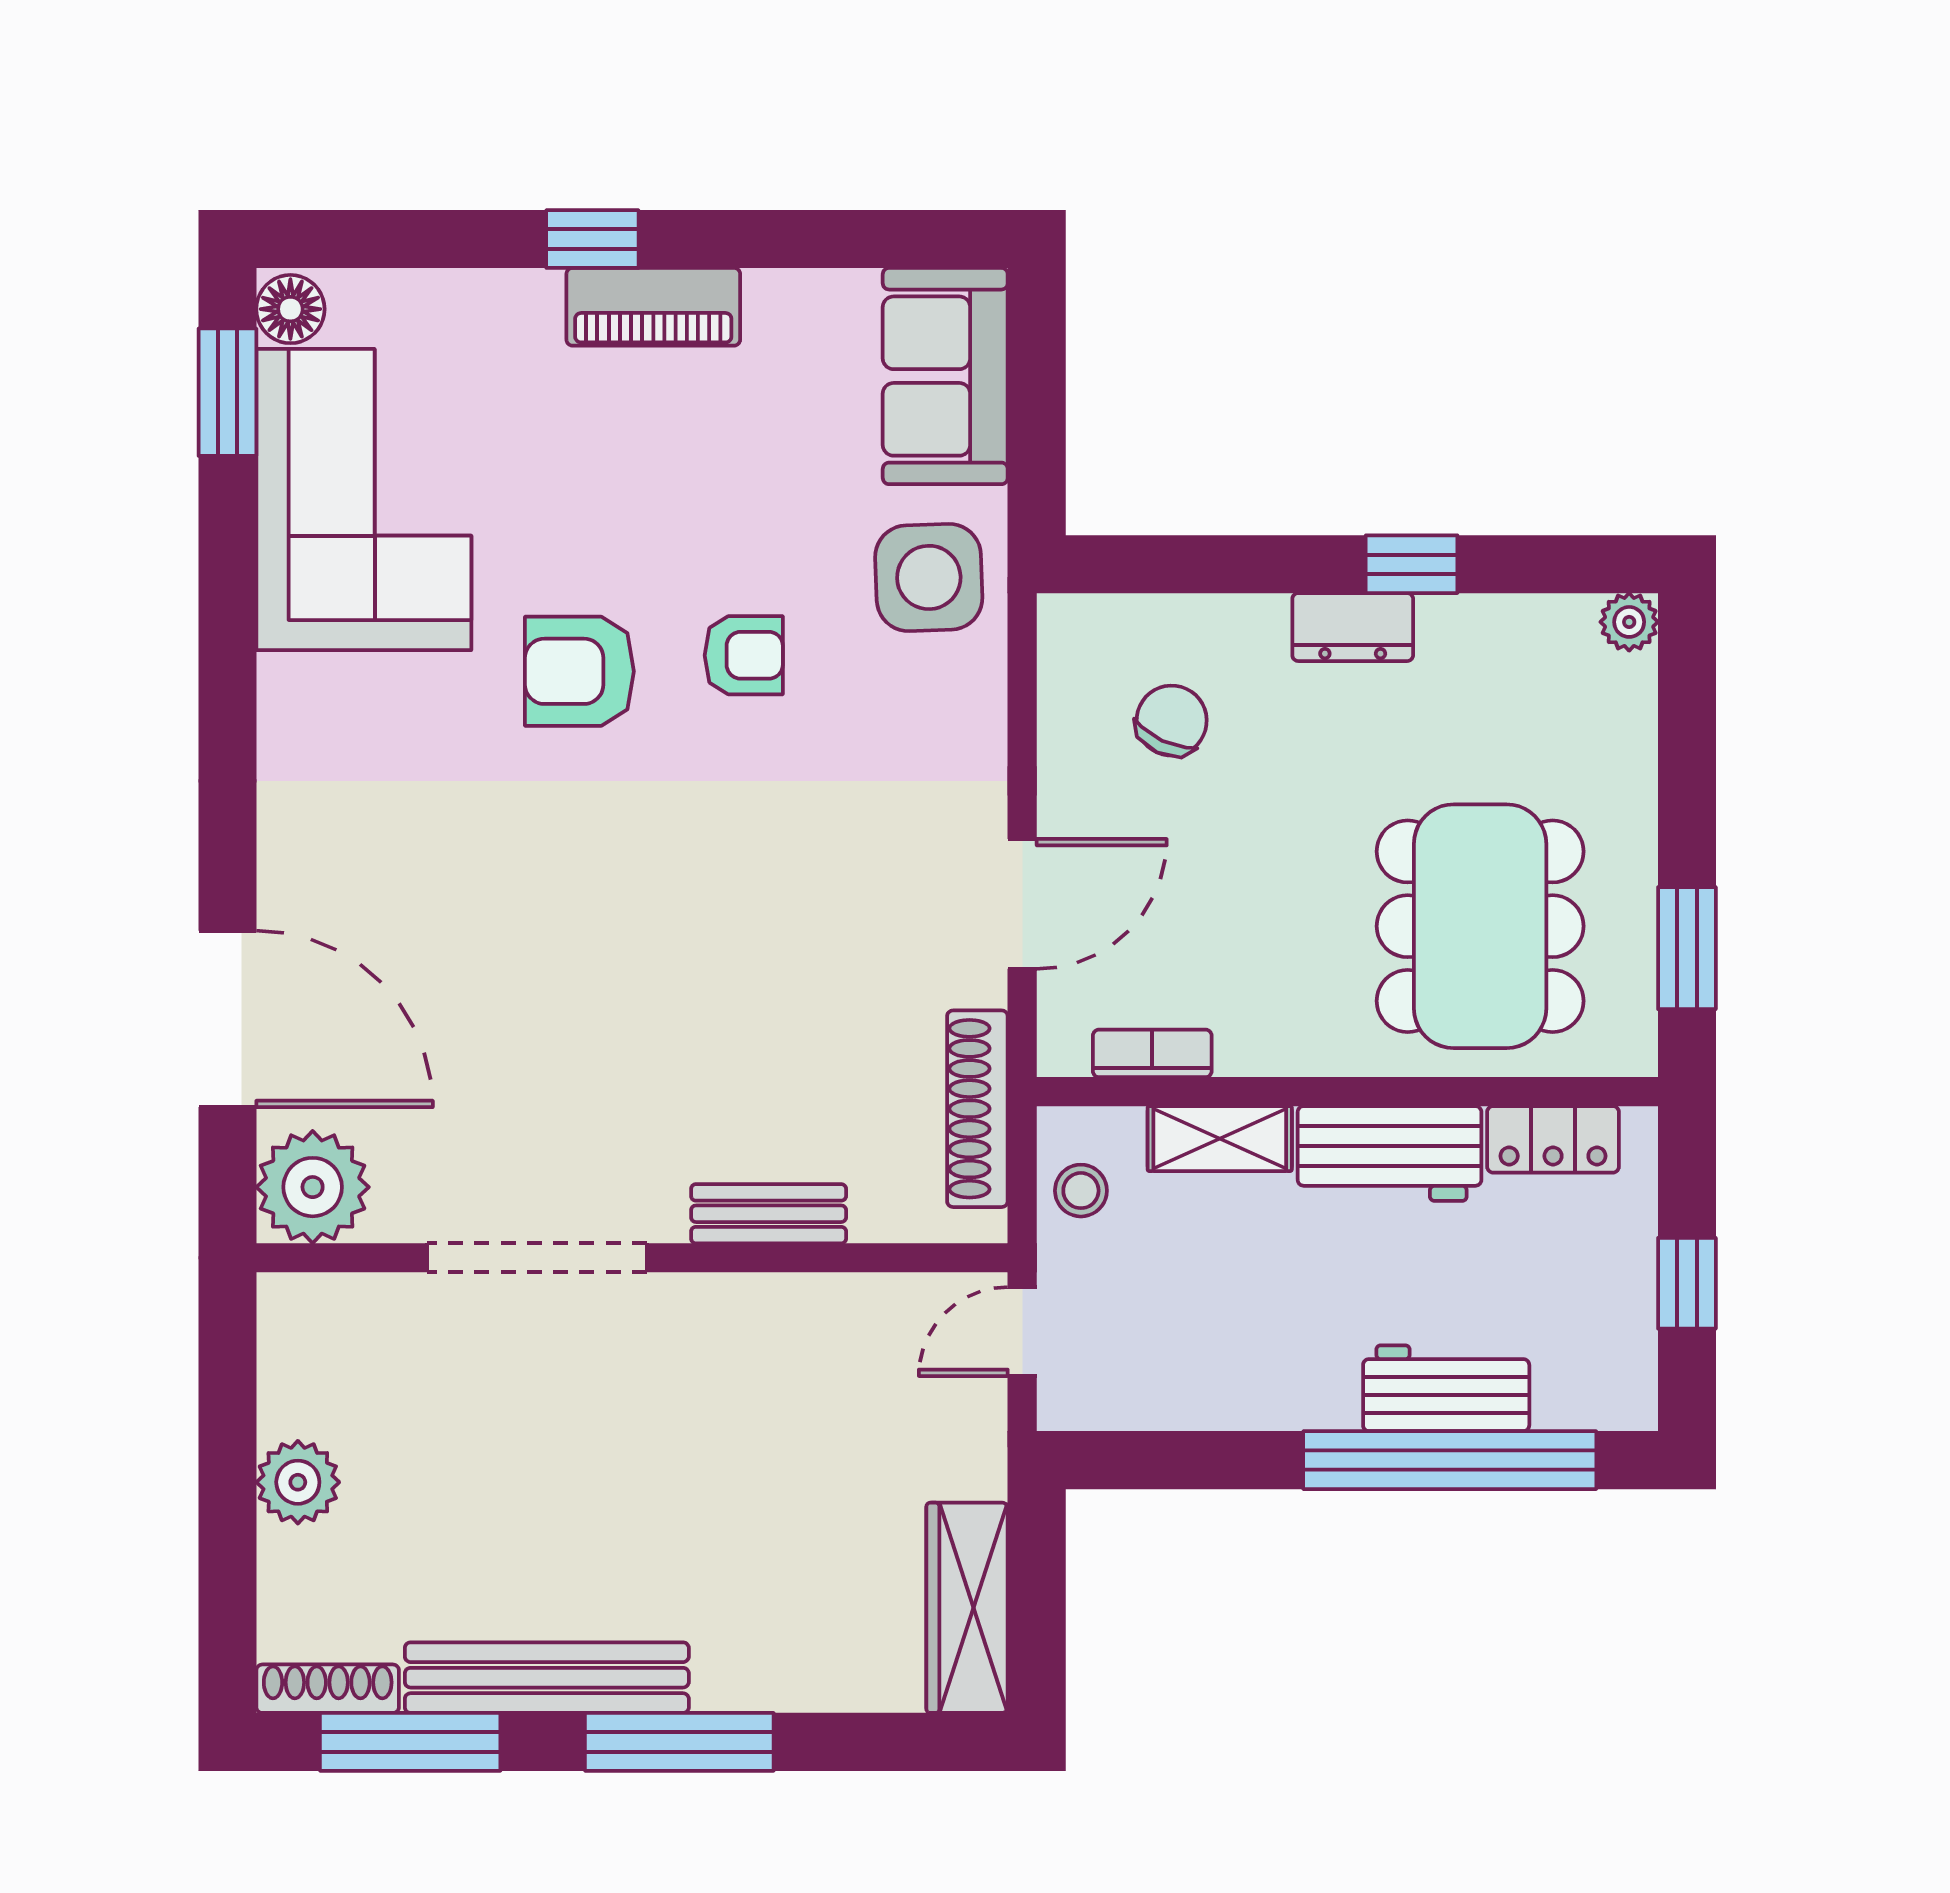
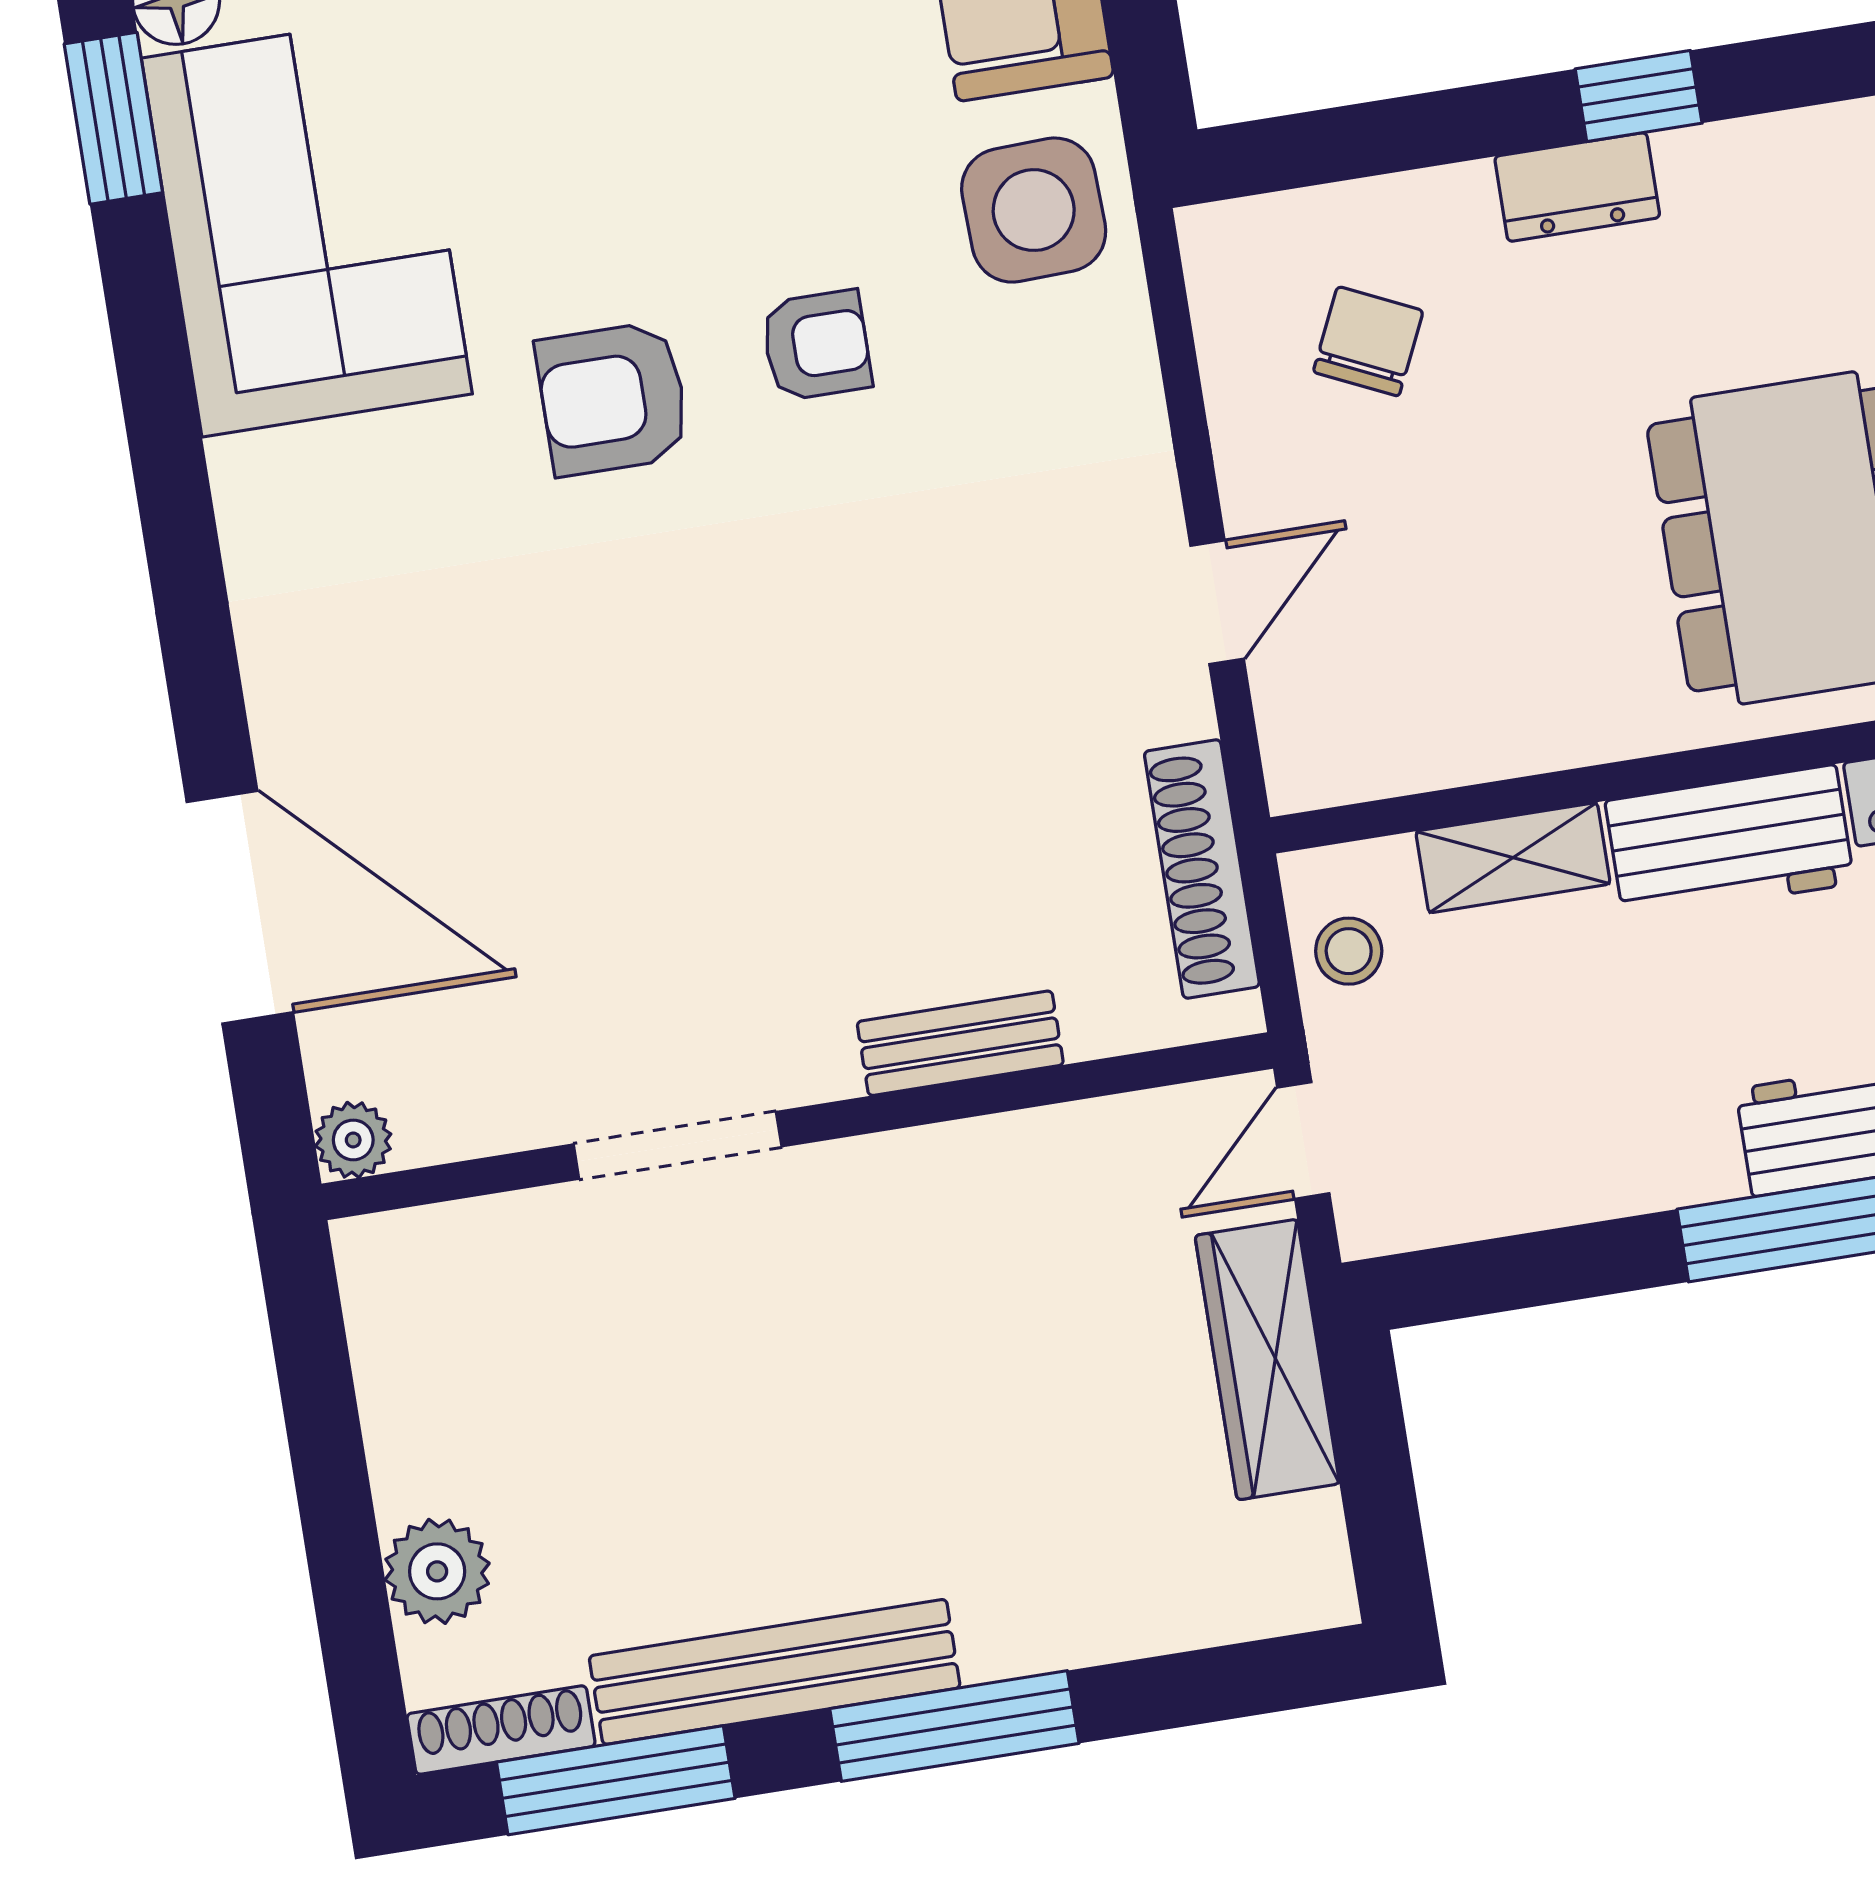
door: (1022, 904) -> (1217, 602), width x0.73
bookcase: (1152, 1053) -> (1411, 764), removed
plant: (313, 1187) -> (353, 1140), width x0.53, depth x0.53
doorway: (537, 1258) -> (678, 1145), width x0.73
plant: (298, 1482) -> (437, 1571), moved
wardrobe: (967, 1608) -> (1267, 1360), moved

